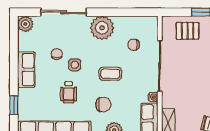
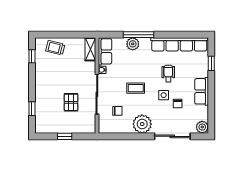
pallet: (188, 31) -> (71, 102), moved, turned 90
chair: (103, 105) -> (141, 64), removed

